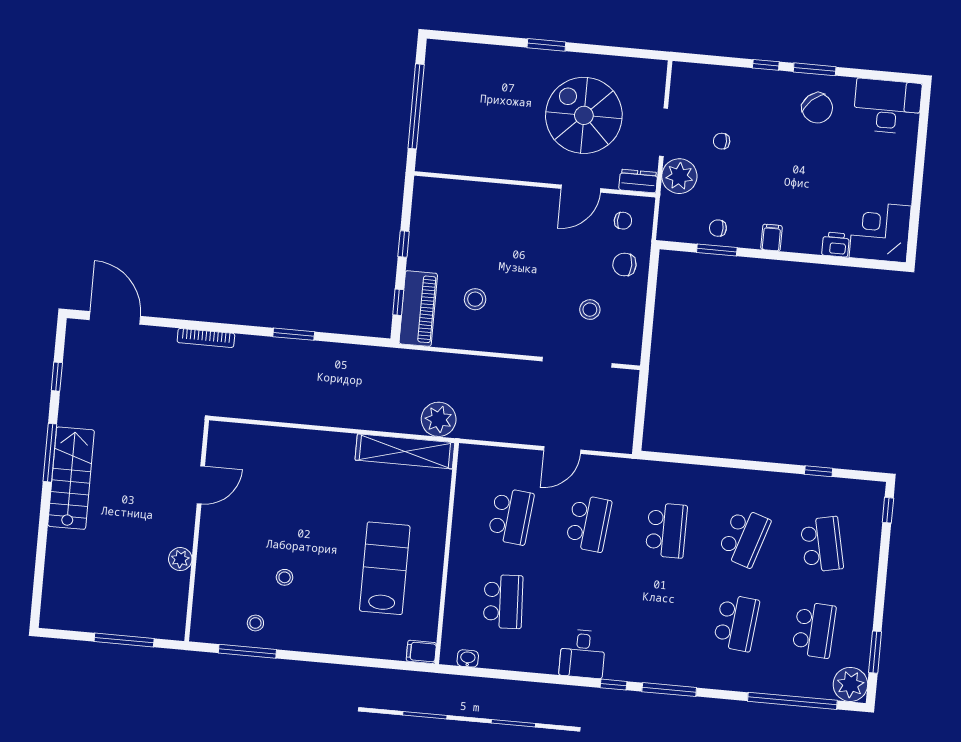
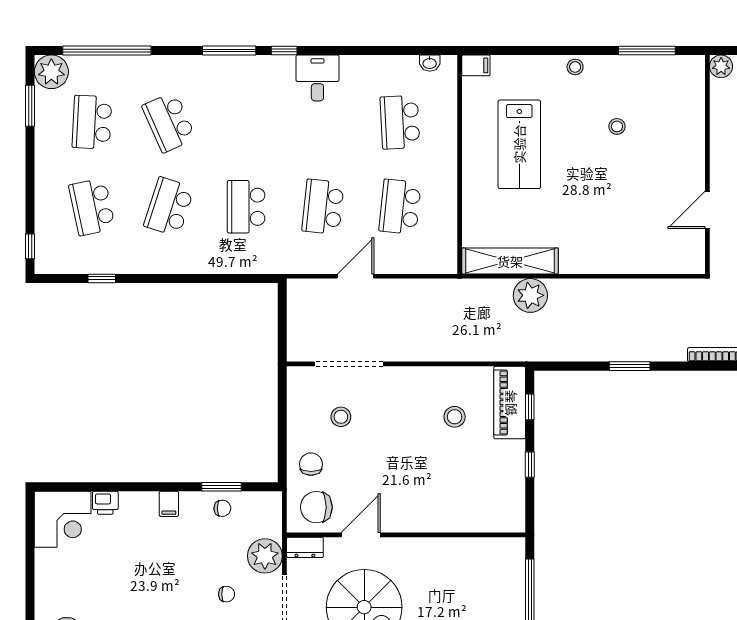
chair: (623, 221) -> (316, 507), width x1.87, depth x1.87
chair: (624, 265) -> (311, 464), turned -90
plant: (439, 419) -> (530, 295), moved
plant: (180, 559) -> (721, 66), moved
stool: (255, 623) -> (575, 67), moved
school desk: (736, 623) -> (169, 122), turned -30

